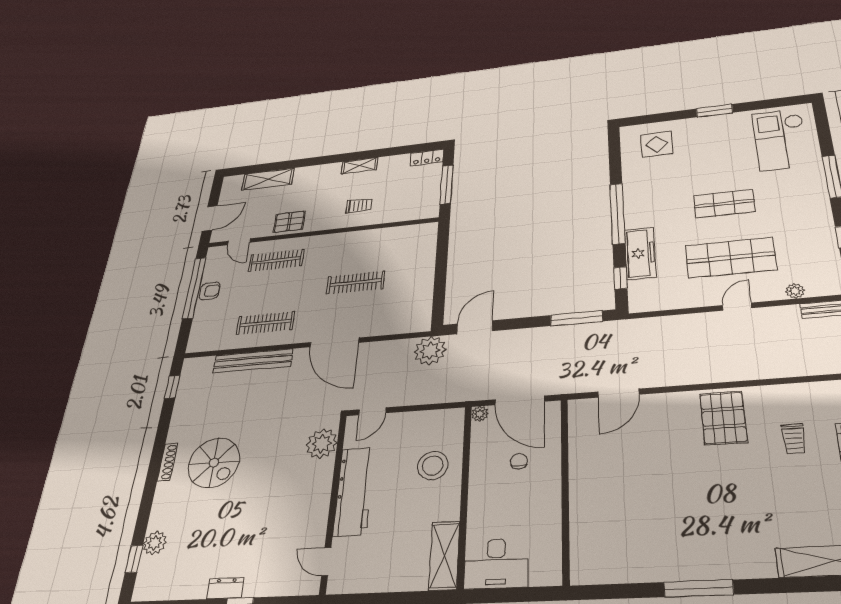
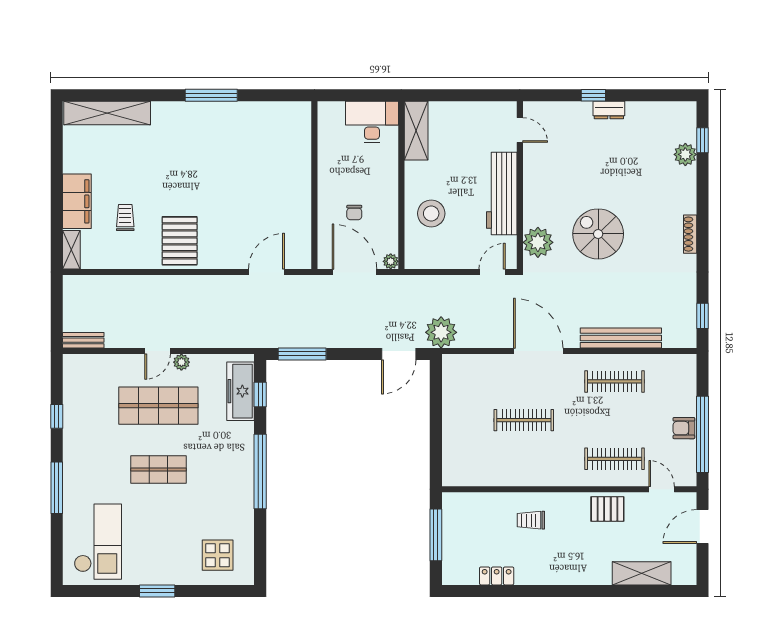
locker: (427, 158) -> (497, 576), moved
shelving: (359, 166) -> (536, 576), removed
freezer: (640, 253) -> (241, 391), moved
plant: (795, 291) -> (181, 362), moved
spiral stairs: (214, 463) -> (598, 234), moved

